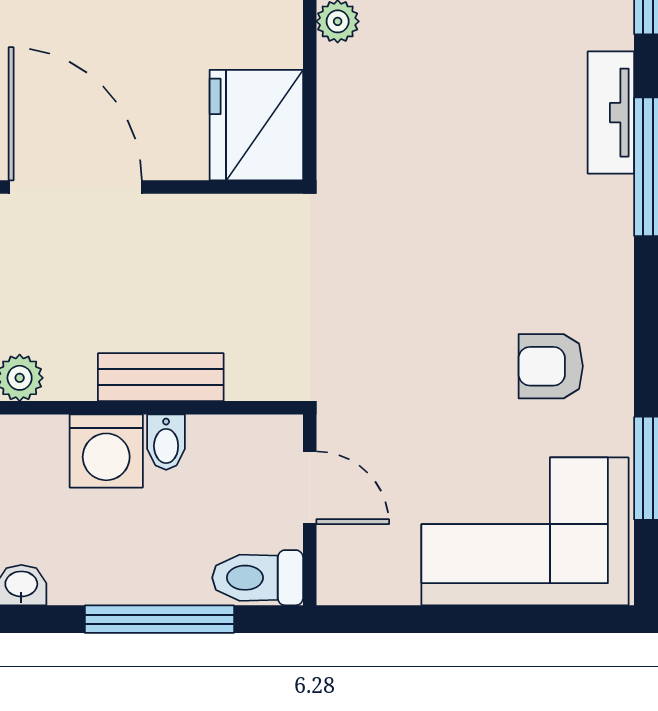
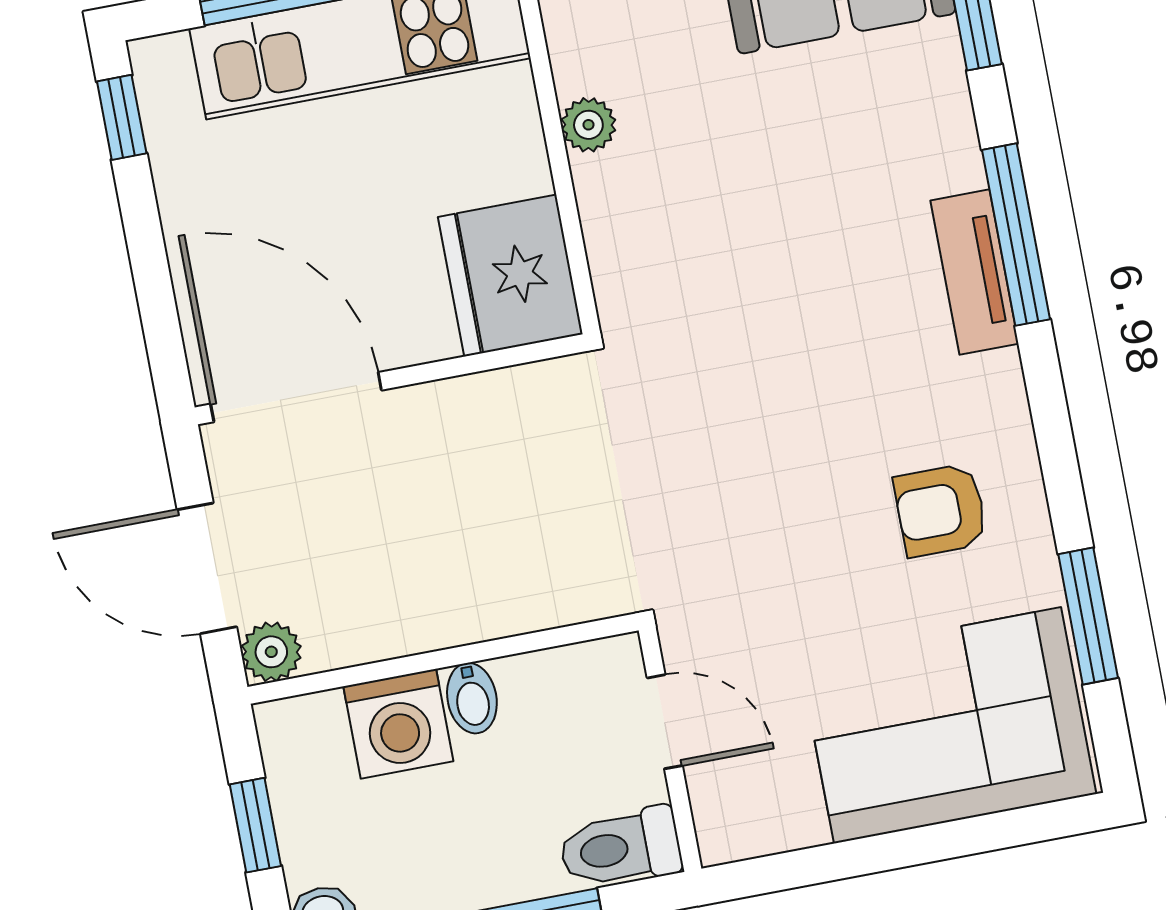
tv unit: (611, 113) -> (974, 272), moved
bench: (161, 377) -> (450, 617), removed

